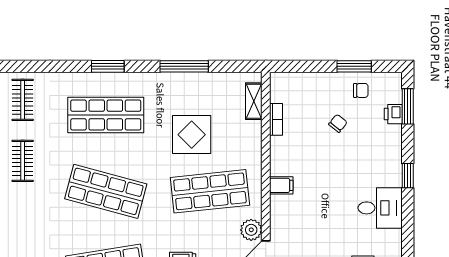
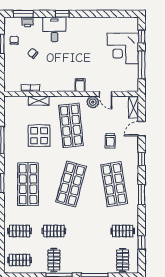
shelving: (254, 101) -> (39, 101), moved
filing cabinet: (281, 185) -> (80, 85), moved
desk: (380, 208) -> (54, 29), moved

